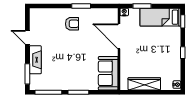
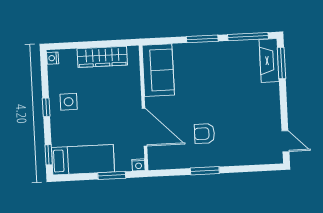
armchair: (72, 24) -> (204, 134), moved
door: (27, 37) -> (285, 141), moved
side table: (168, 56) -> (69, 102), added
fireplace: (35, 60) -> (269, 60), moved

